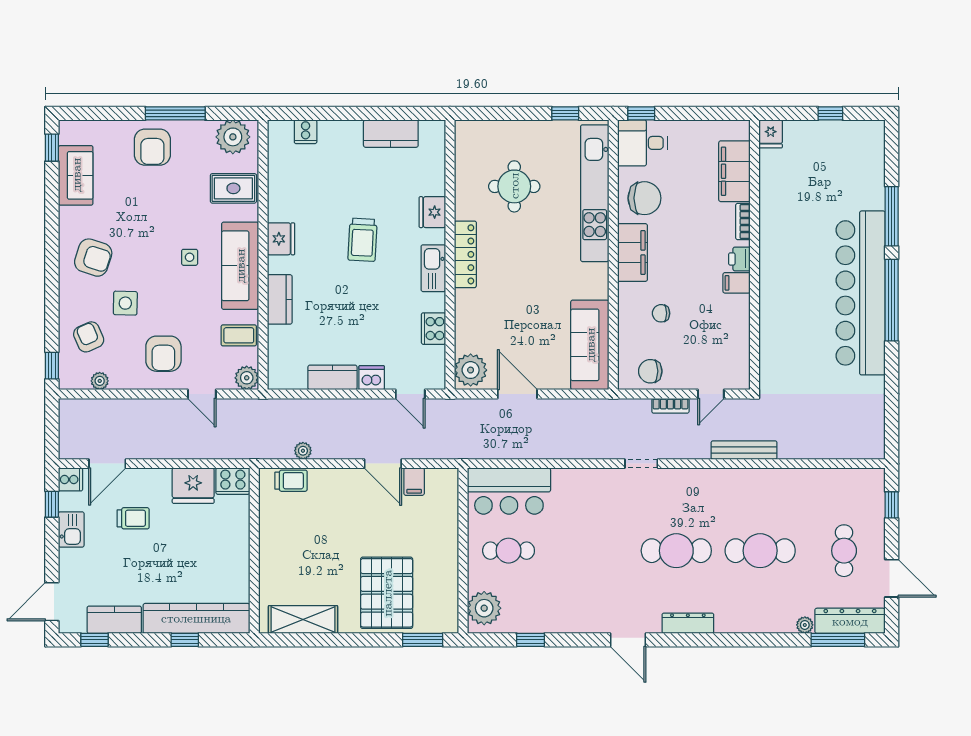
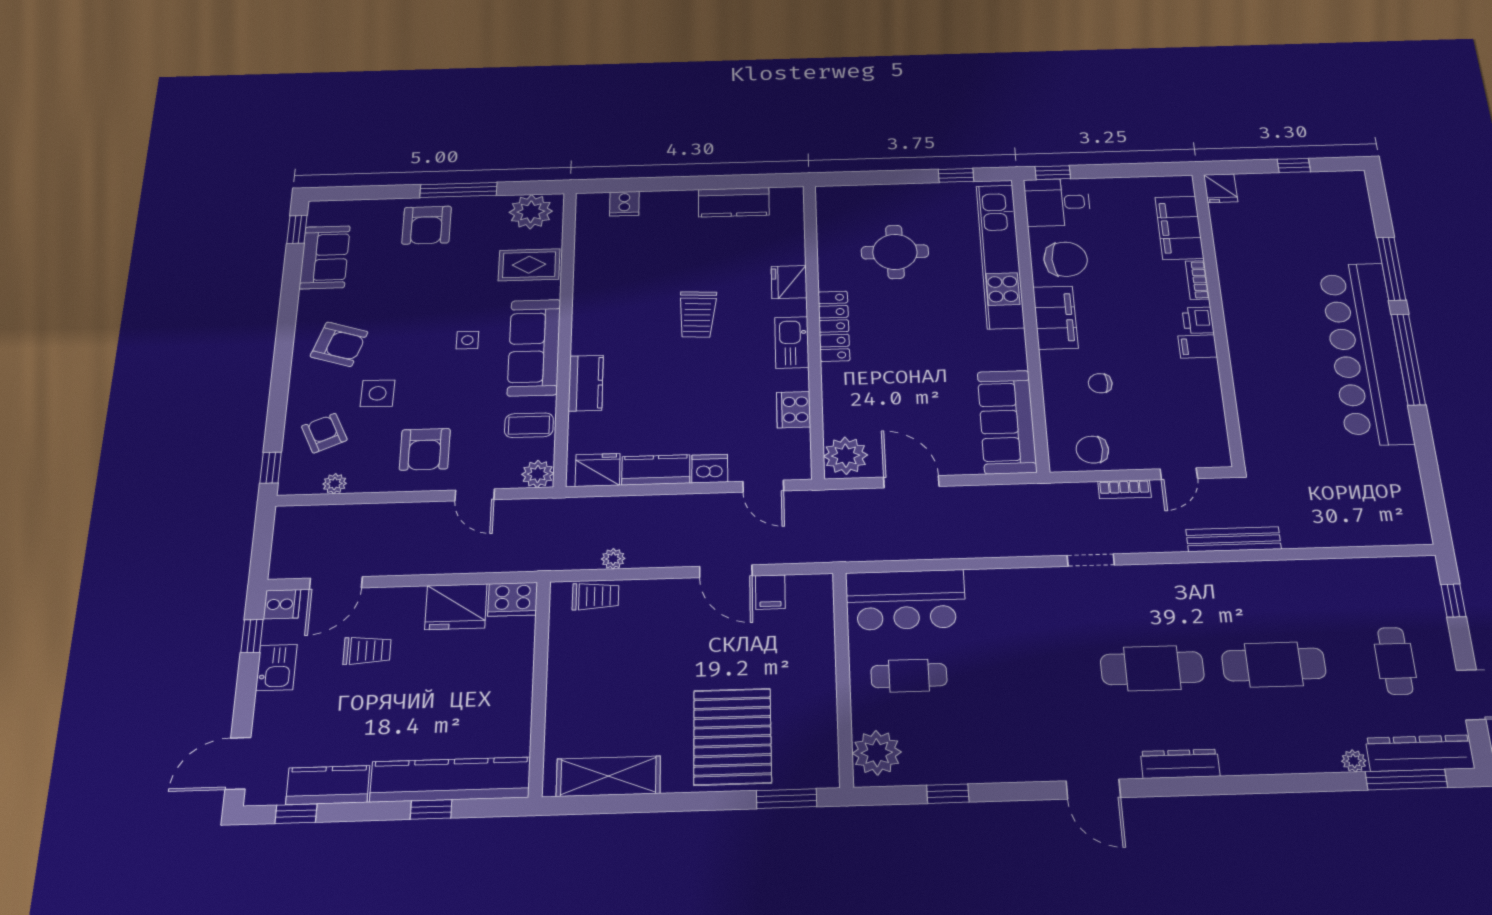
fridge: (281, 239) -> (598, 470), moved, turned -90

